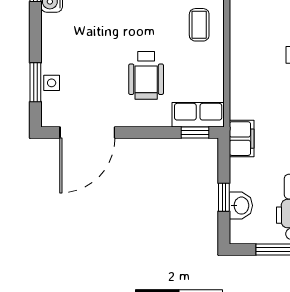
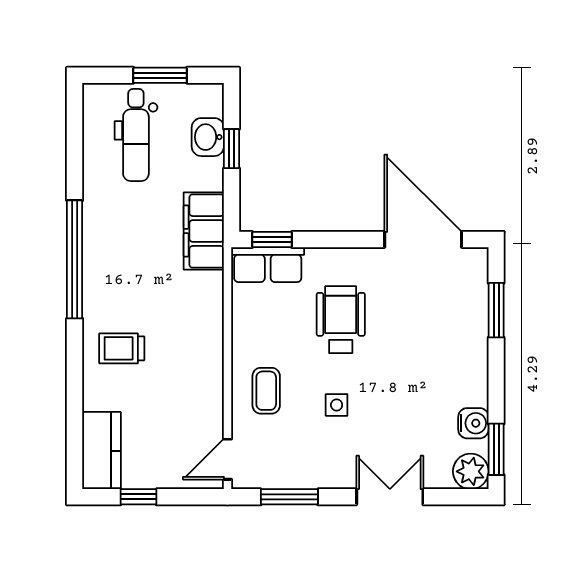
side table: (52, 83) -> (337, 405), moved
door: (87, 133) -> (423, 239), hinge flipped
filing cabinet: (242, 139) -> (204, 231), width x1.50, depth x1.17

